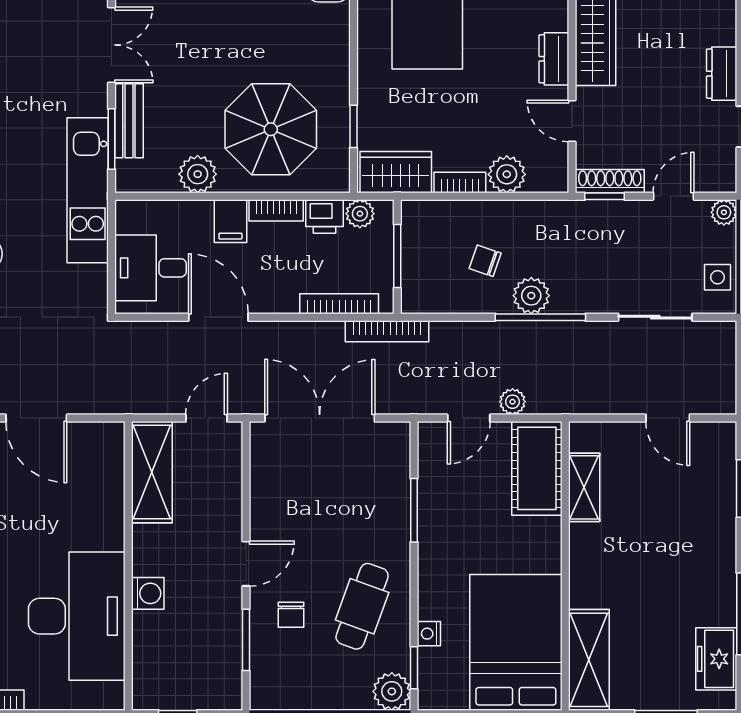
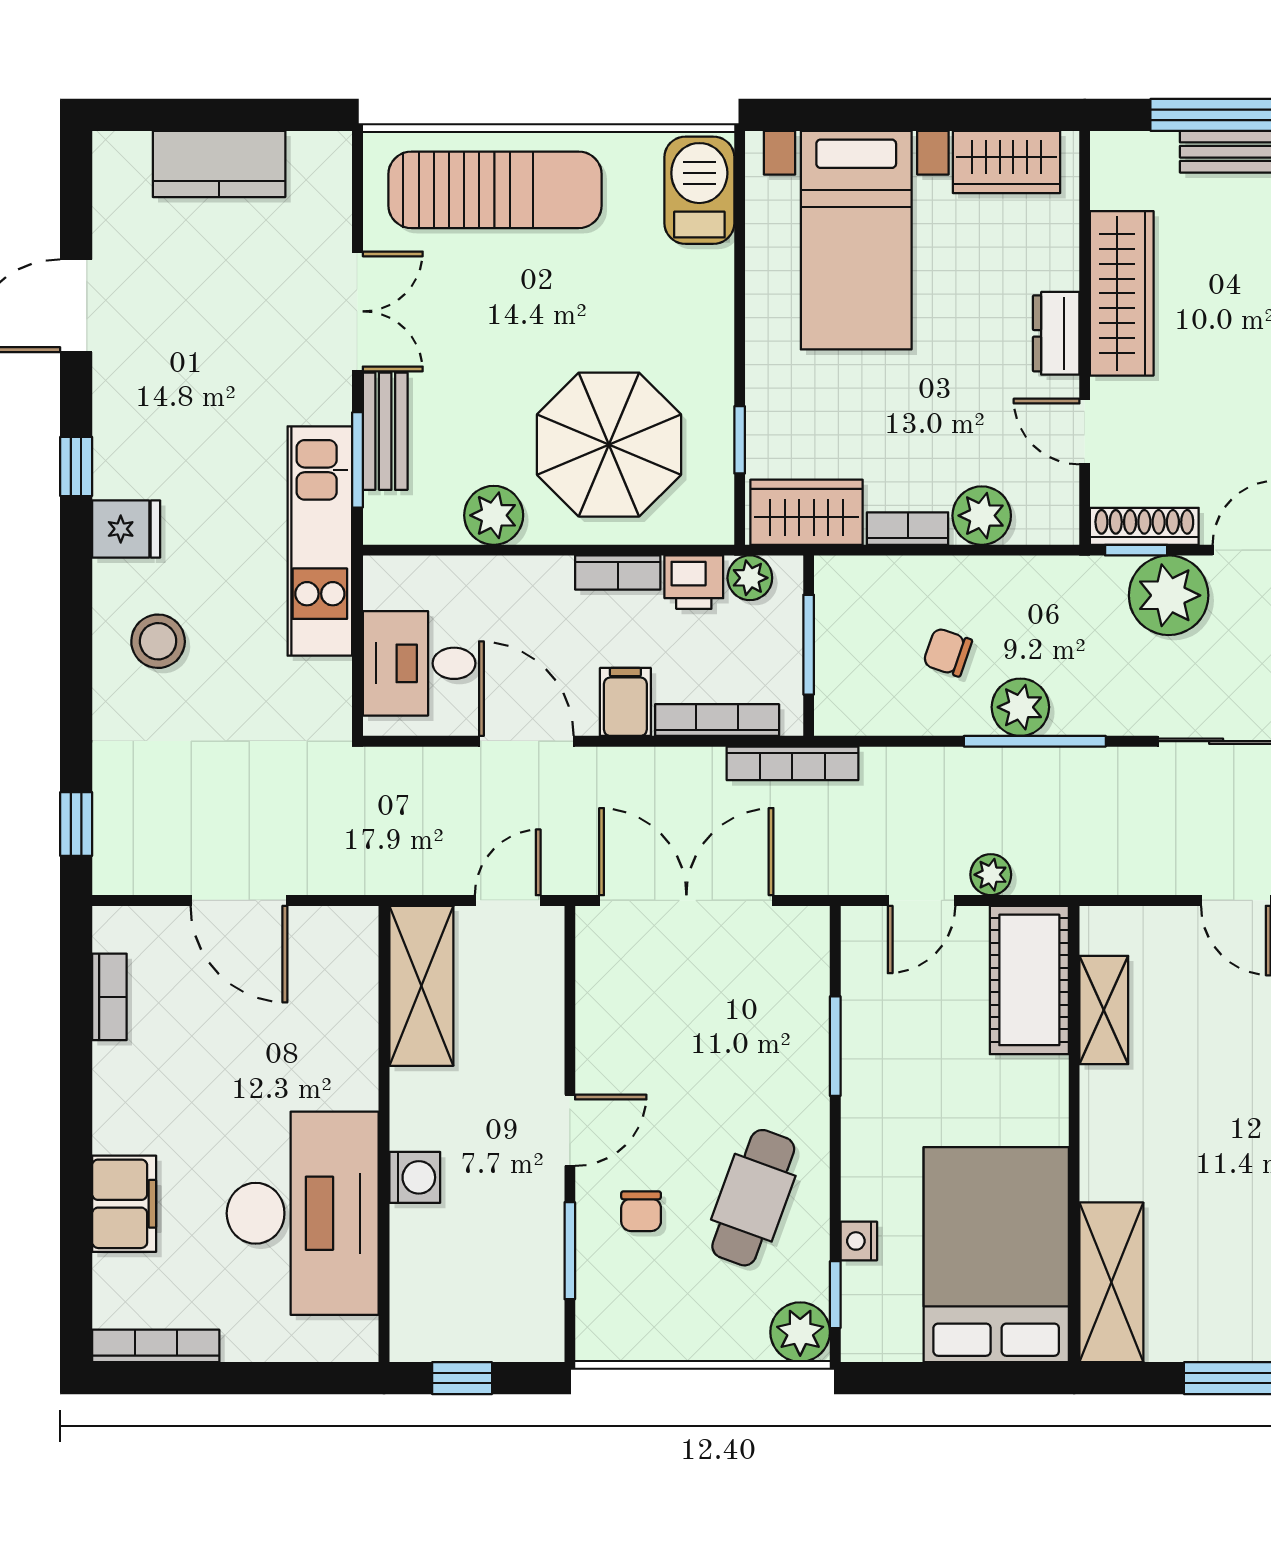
filing cabinet: (230, 221) -> (625, 702), moved, turned 180
plant: (625, 225) -> (1169, 595), added

